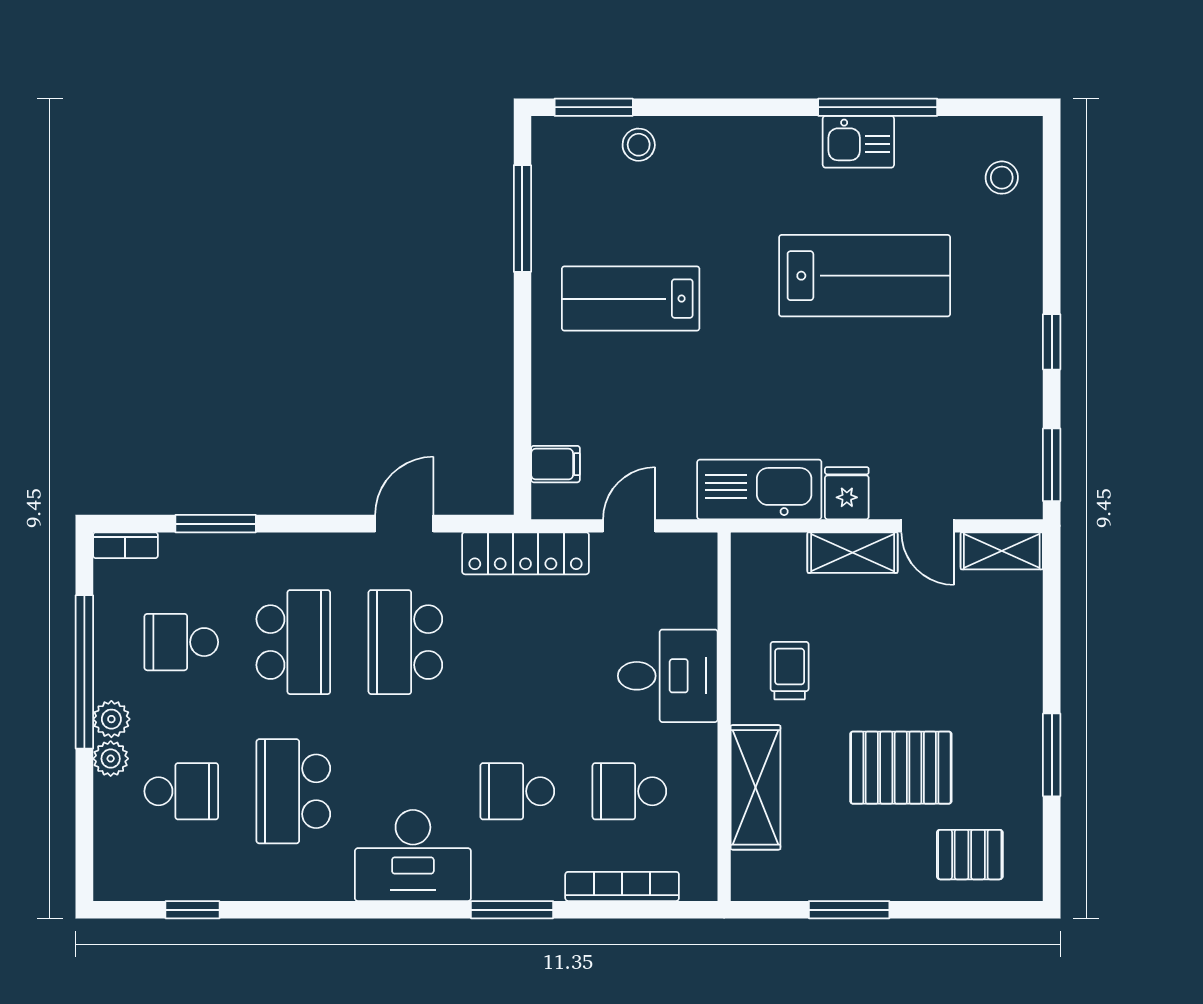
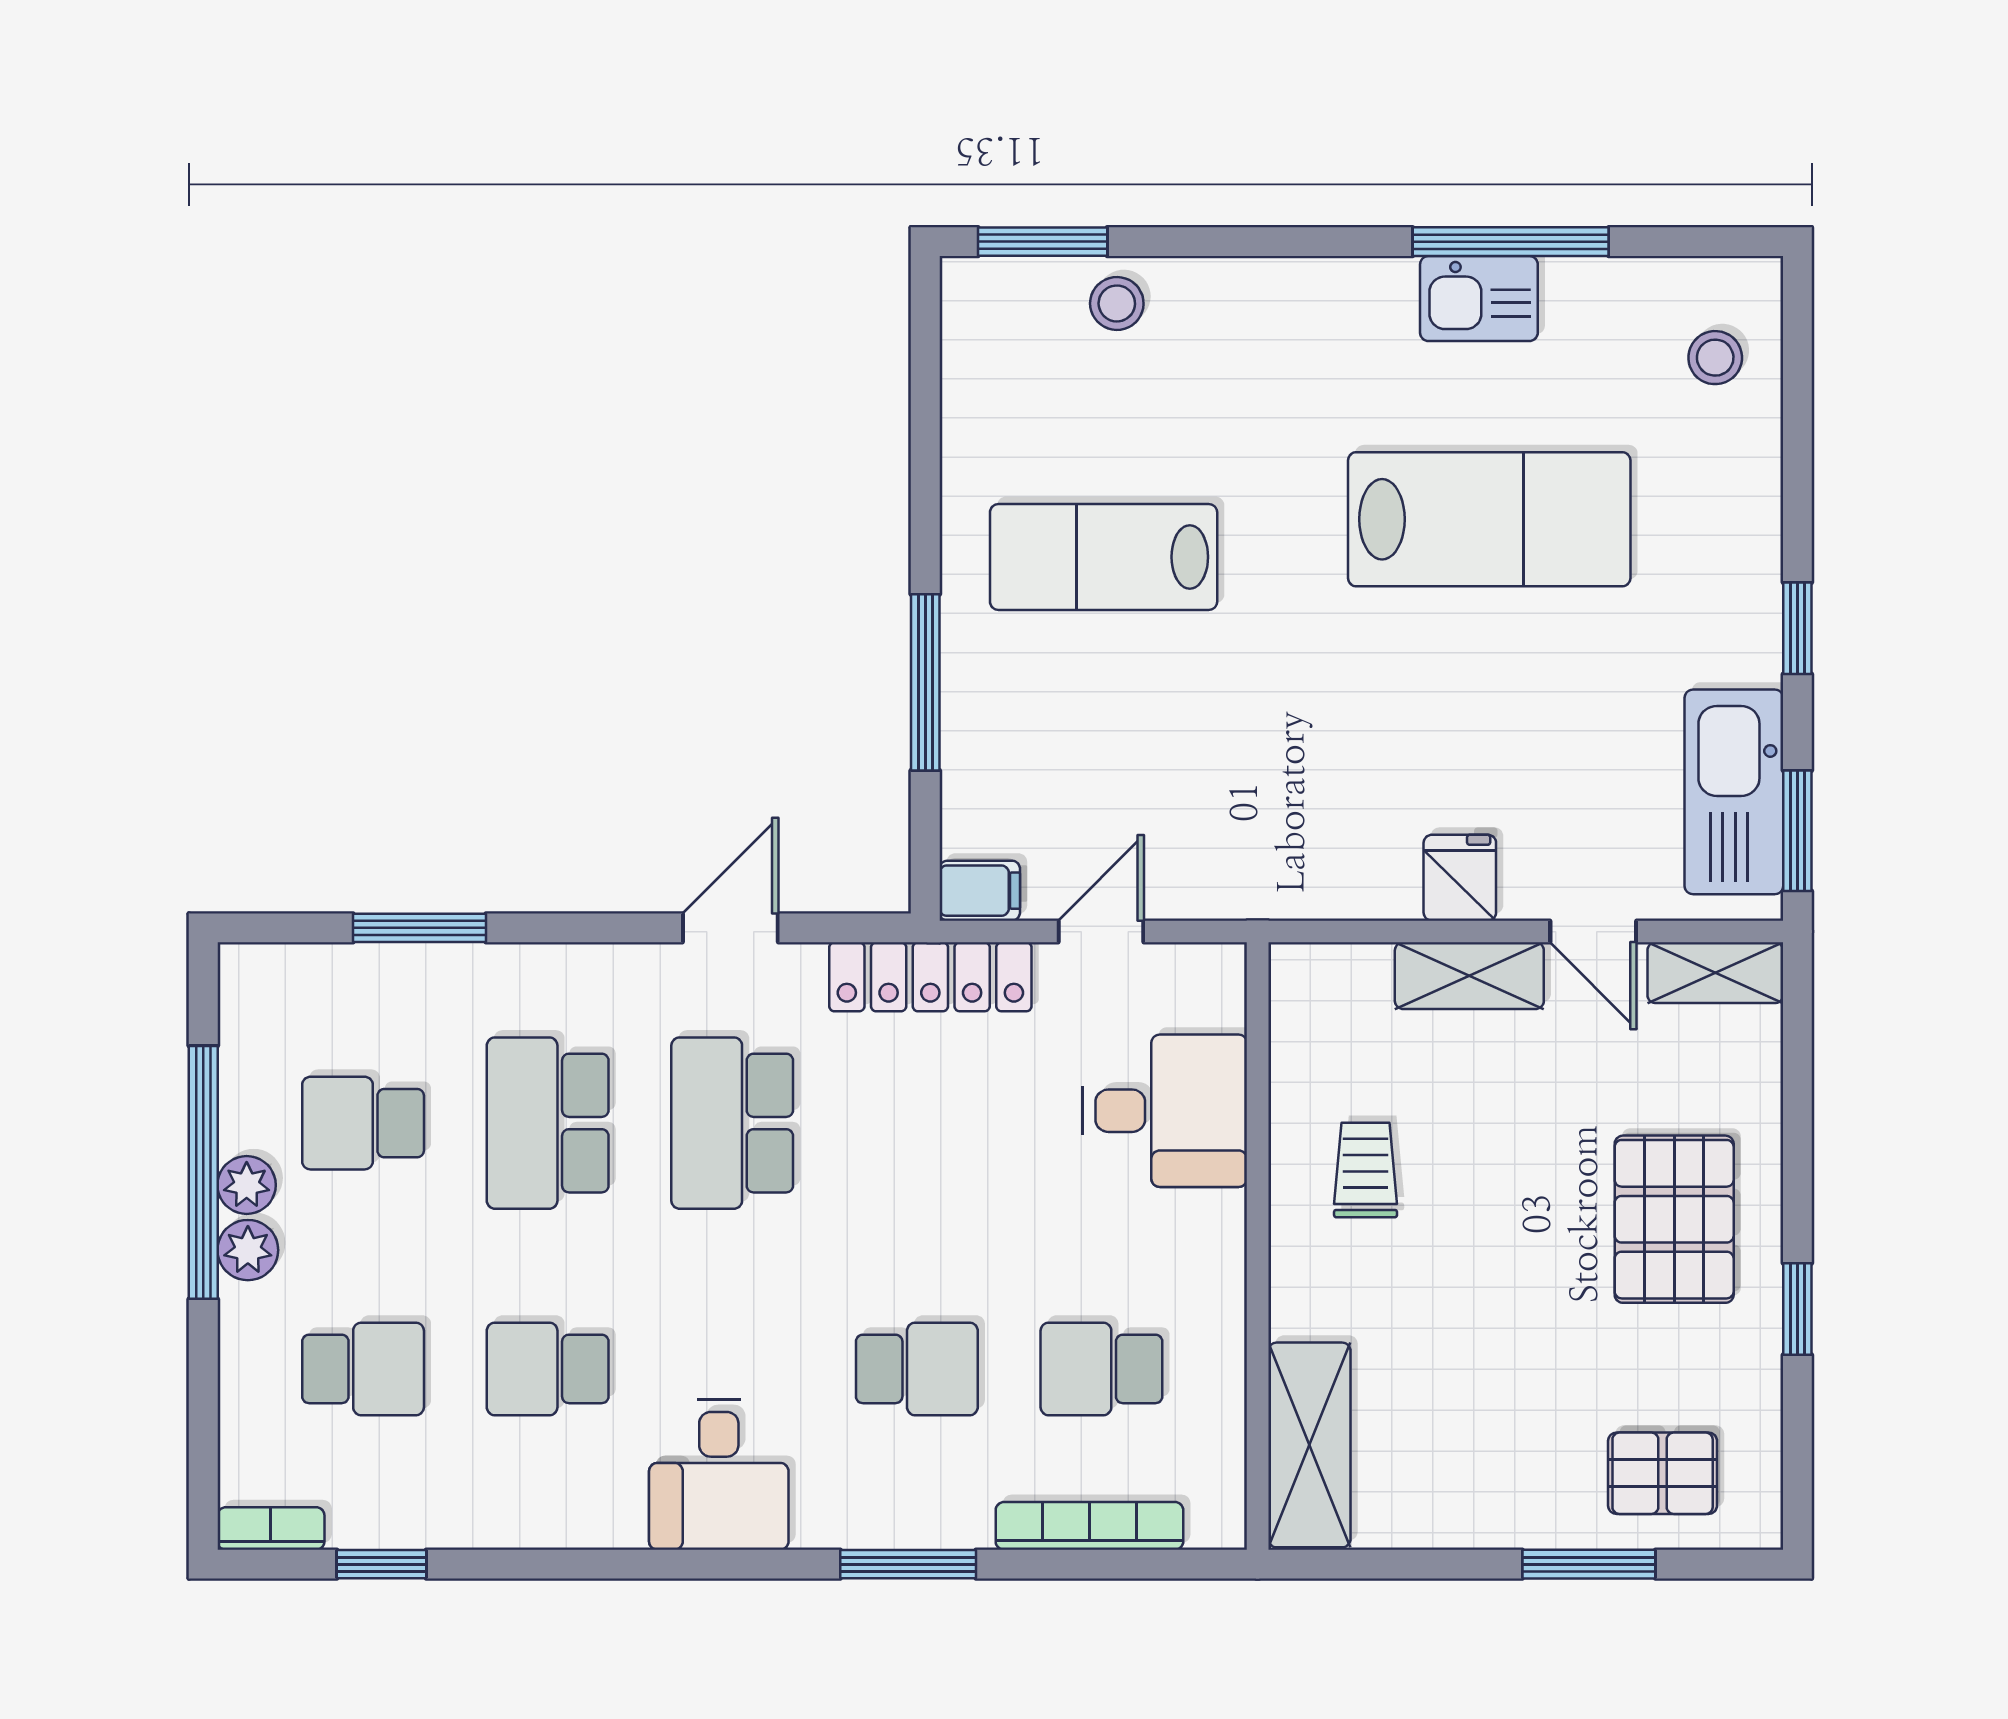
window: (522, 218) -> (925, 682), moved
filing cabinet: (555, 464) -> (980, 891), moved
kitchen sink: (759, 489) -> (1734, 792), moved, turned -90
bookcase: (125, 545) -> (271, 1528), moved, turned 180
school desk: (293, 642) -> (548, 1123), turned 180
desk: (668, 676) -> (1165, 1111), moved
window: (1052, 755) -> (1797, 1309), width x0.67
plant: (111, 759) -> (247, 1185), moved
pallet: (901, 768) -> (1674, 1219), moved, turned 90
shelving: (756, 787) -> (1309, 1445), moved
school desk: (293, 791) -> (548, 1369), width x0.54
school desk: (517, 791) -> (917, 1369), turned 180
desk: (413, 855) -> (719, 1475), width x0.73
window: (849, 910) -> (1589, 1564), moved

